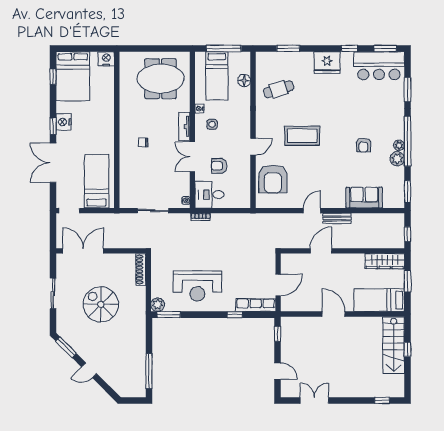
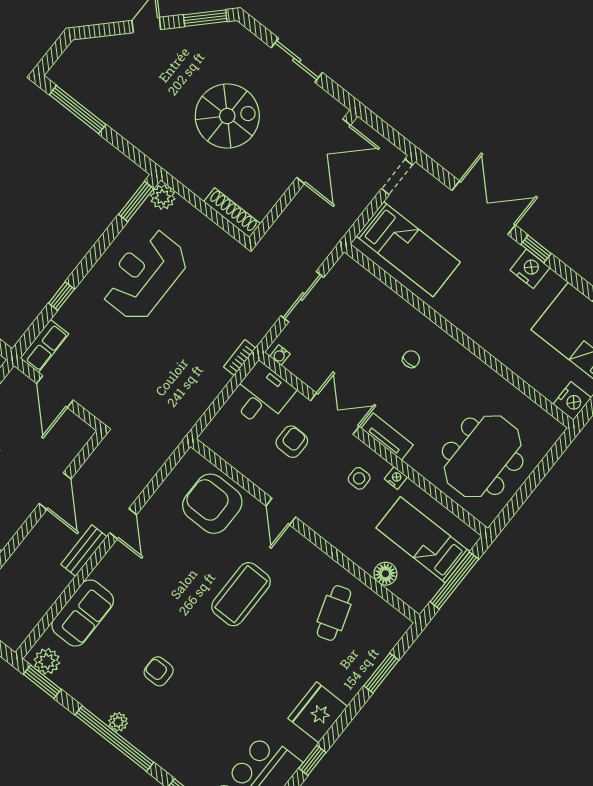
plant: (397, 159) -> (47, 661), moved
row of seats: (256, 305) -> (44, 346), width x0.68

